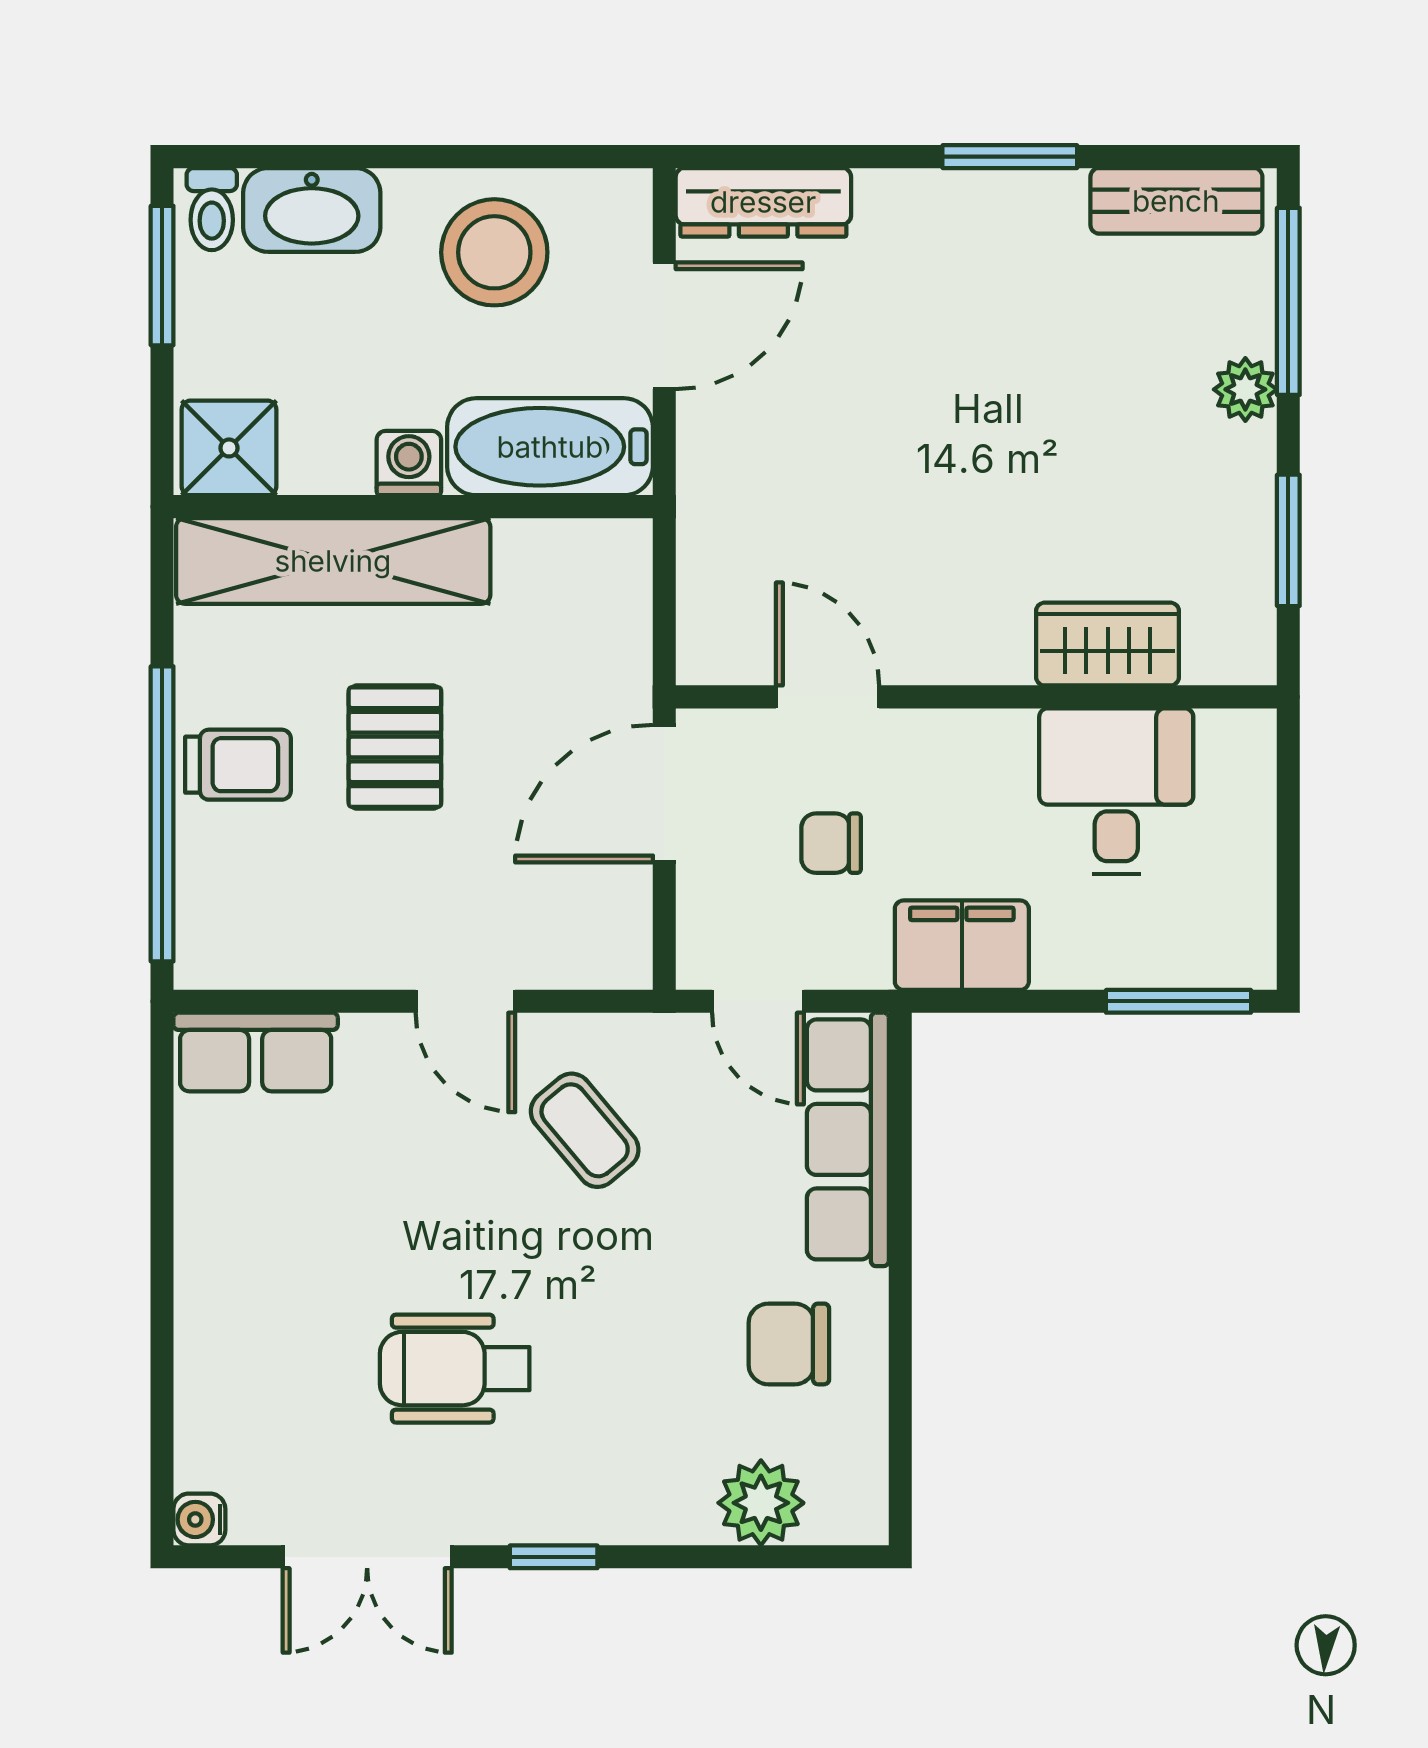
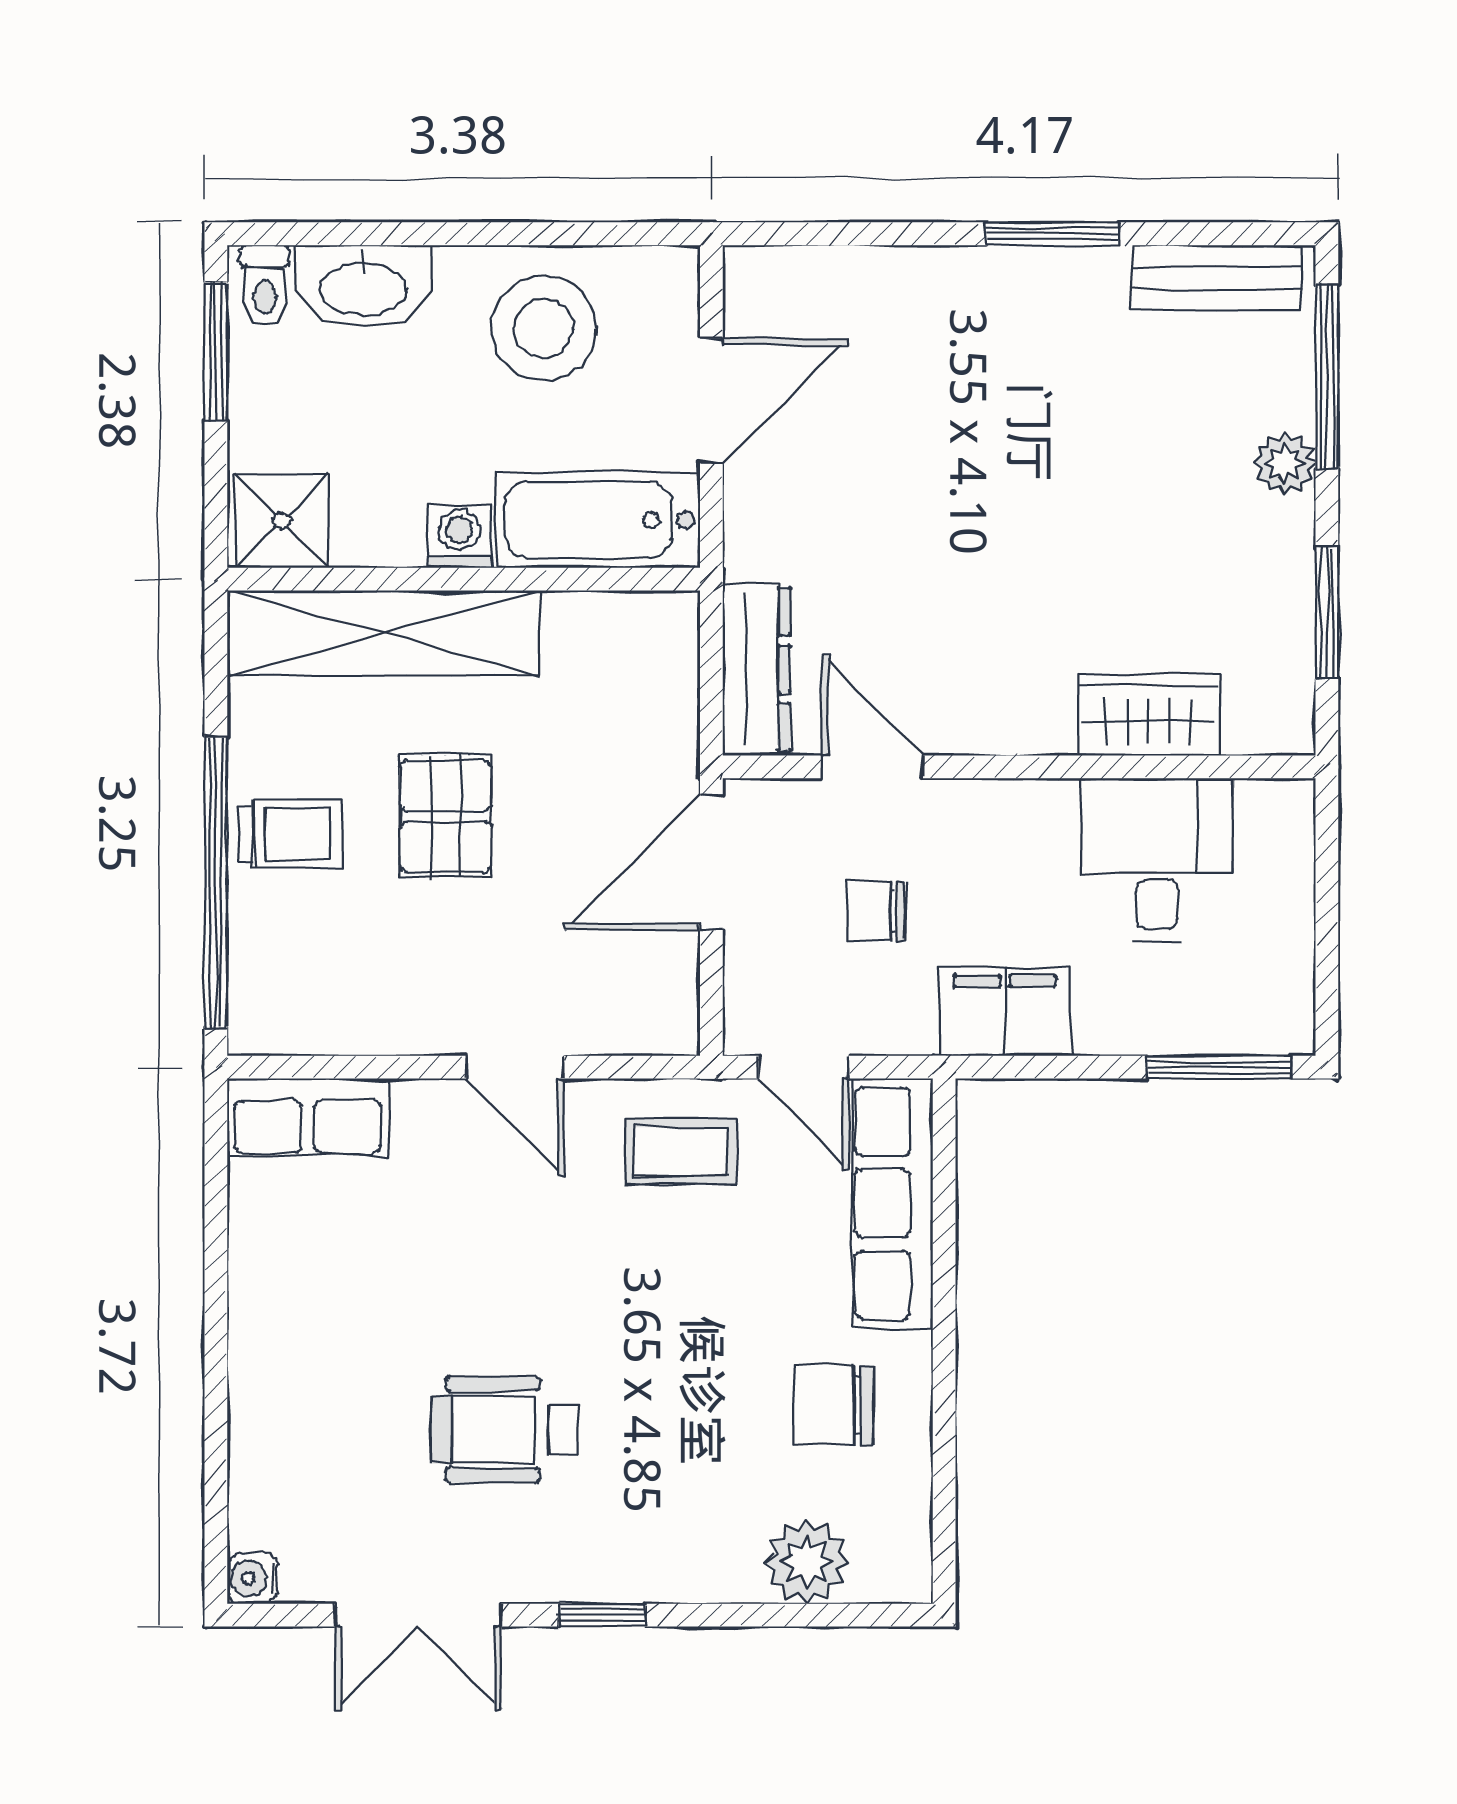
dresser: (763, 202) -> (756, 669), moved, turned -90
coffee table: (585, 1130) -> (680, 1151), moved, turned -50

